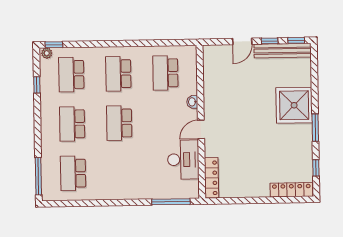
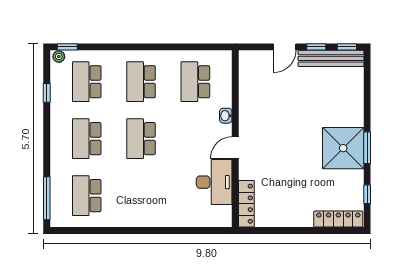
shower: (294, 105) -> (343, 148), moved
window: (171, 202) -> (199, 230), removed

